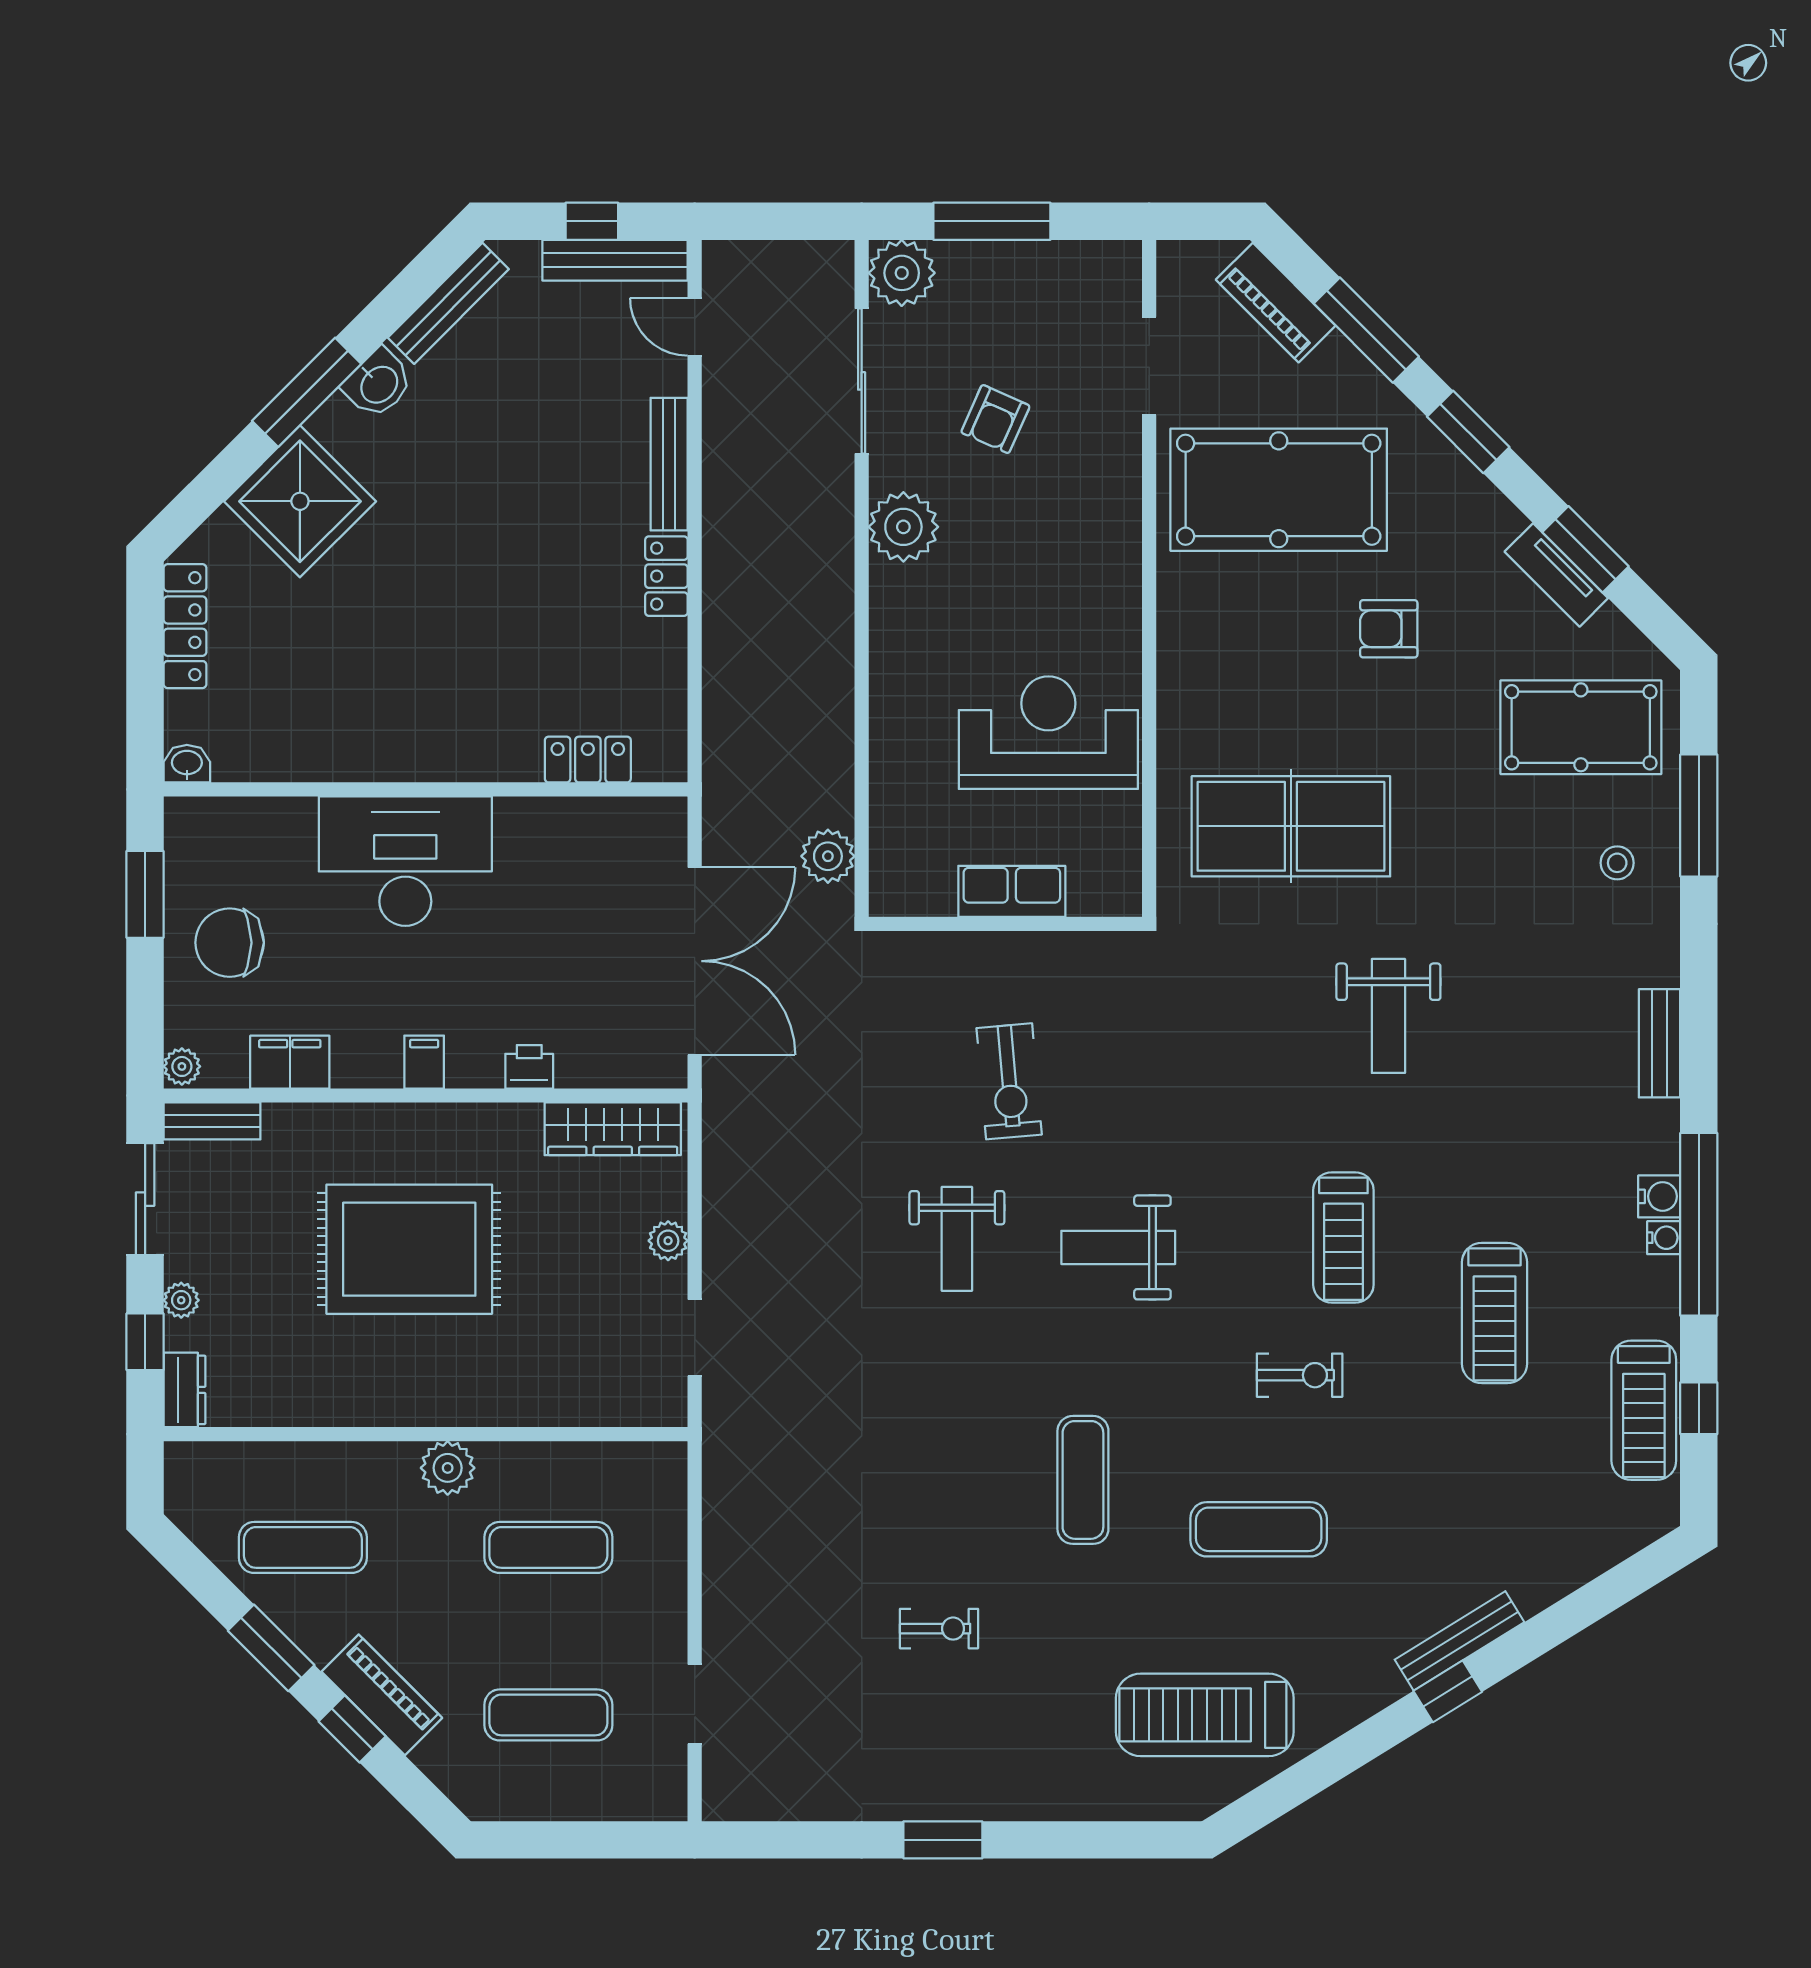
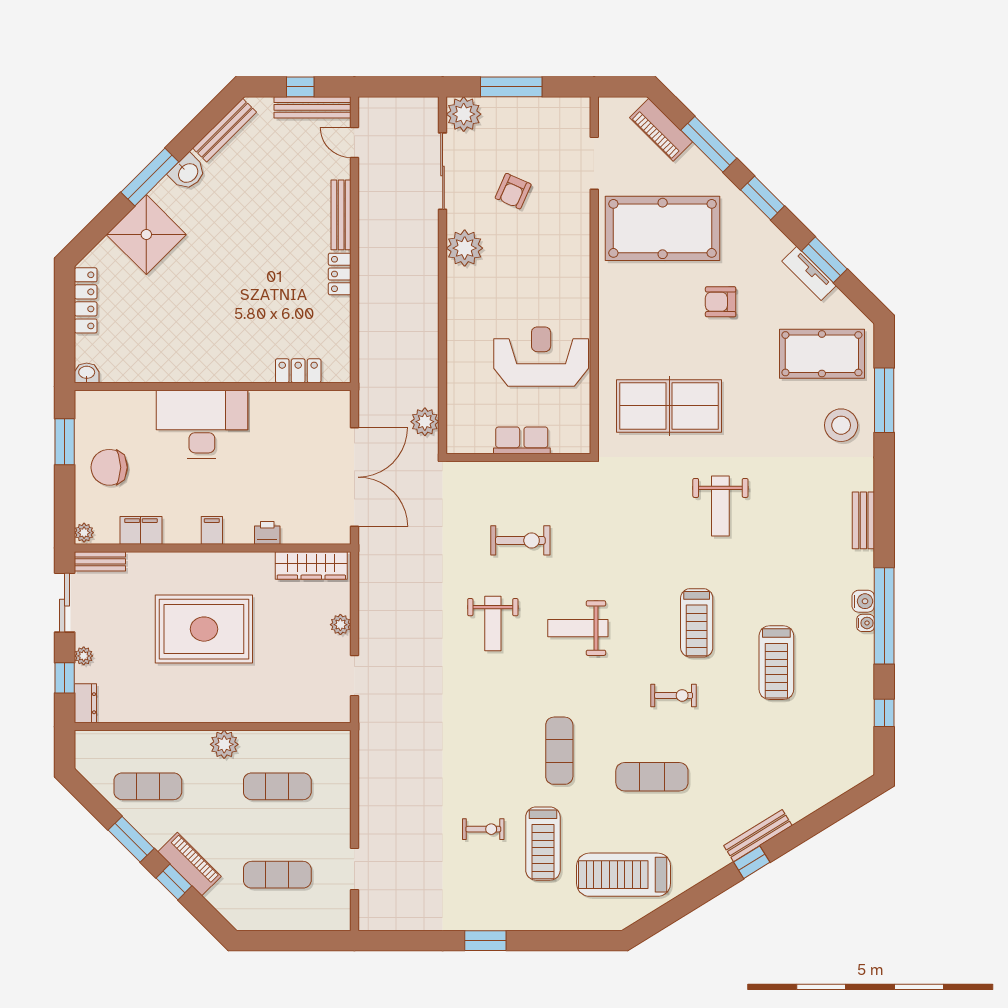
stool: (1617, 863) -> (841, 425), width x1.89, depth x1.89
exercise bike: (1009, 1081) -> (520, 540), turned -85
treadmill: (1644, 1410) -> (543, 844), moved

